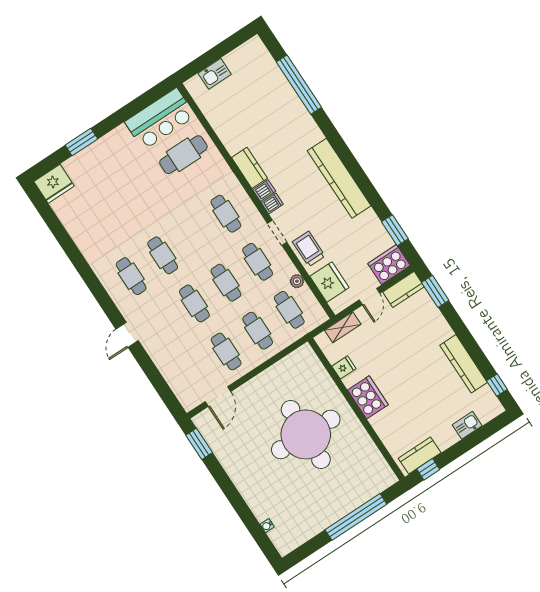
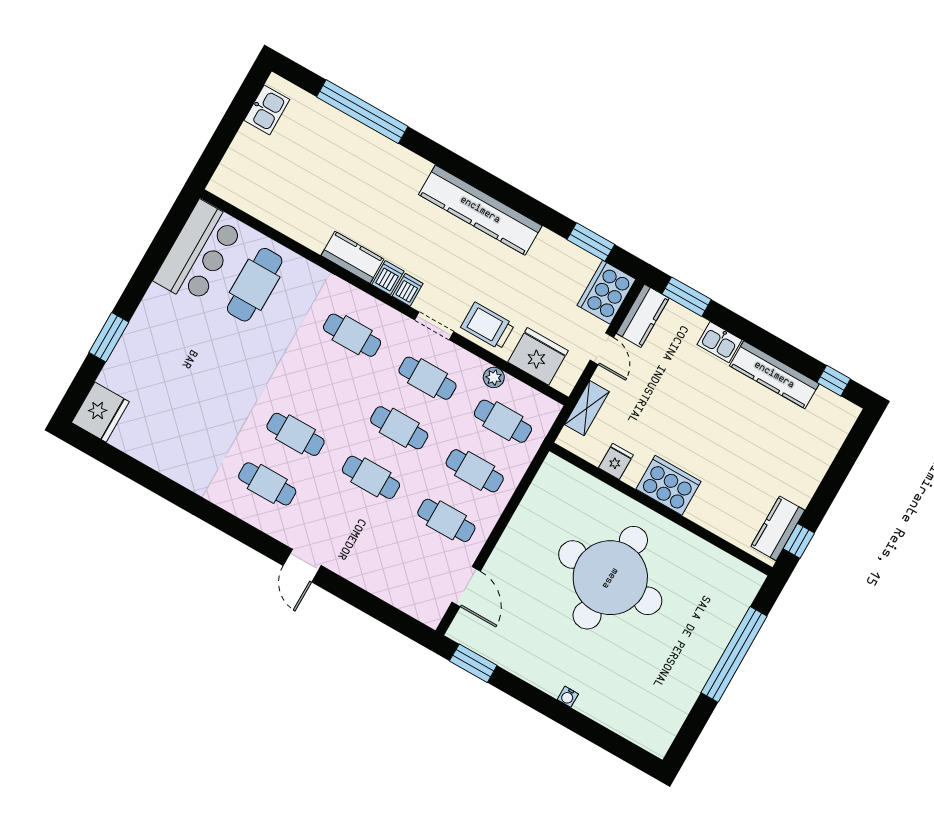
kitchen sink: (215, 74) -> (267, 110), moved
kitchen sink: (467, 425) -> (720, 342), moved, turned -90
water cooler: (267, 526) -> (568, 697), moved

